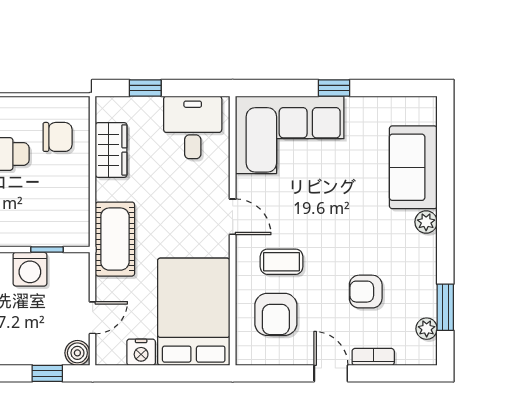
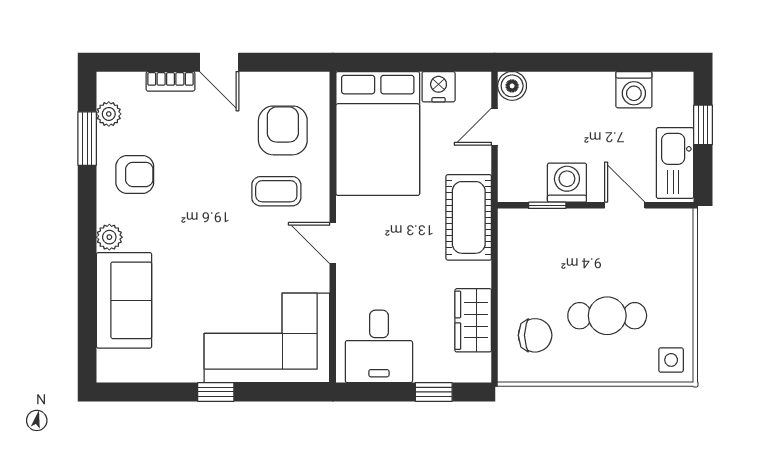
chair: (58, 137) -> (535, 335), turned 180
armchair: (366, 292) -> (135, 174), moved
window: (47, 373) -> (547, 62), removed

